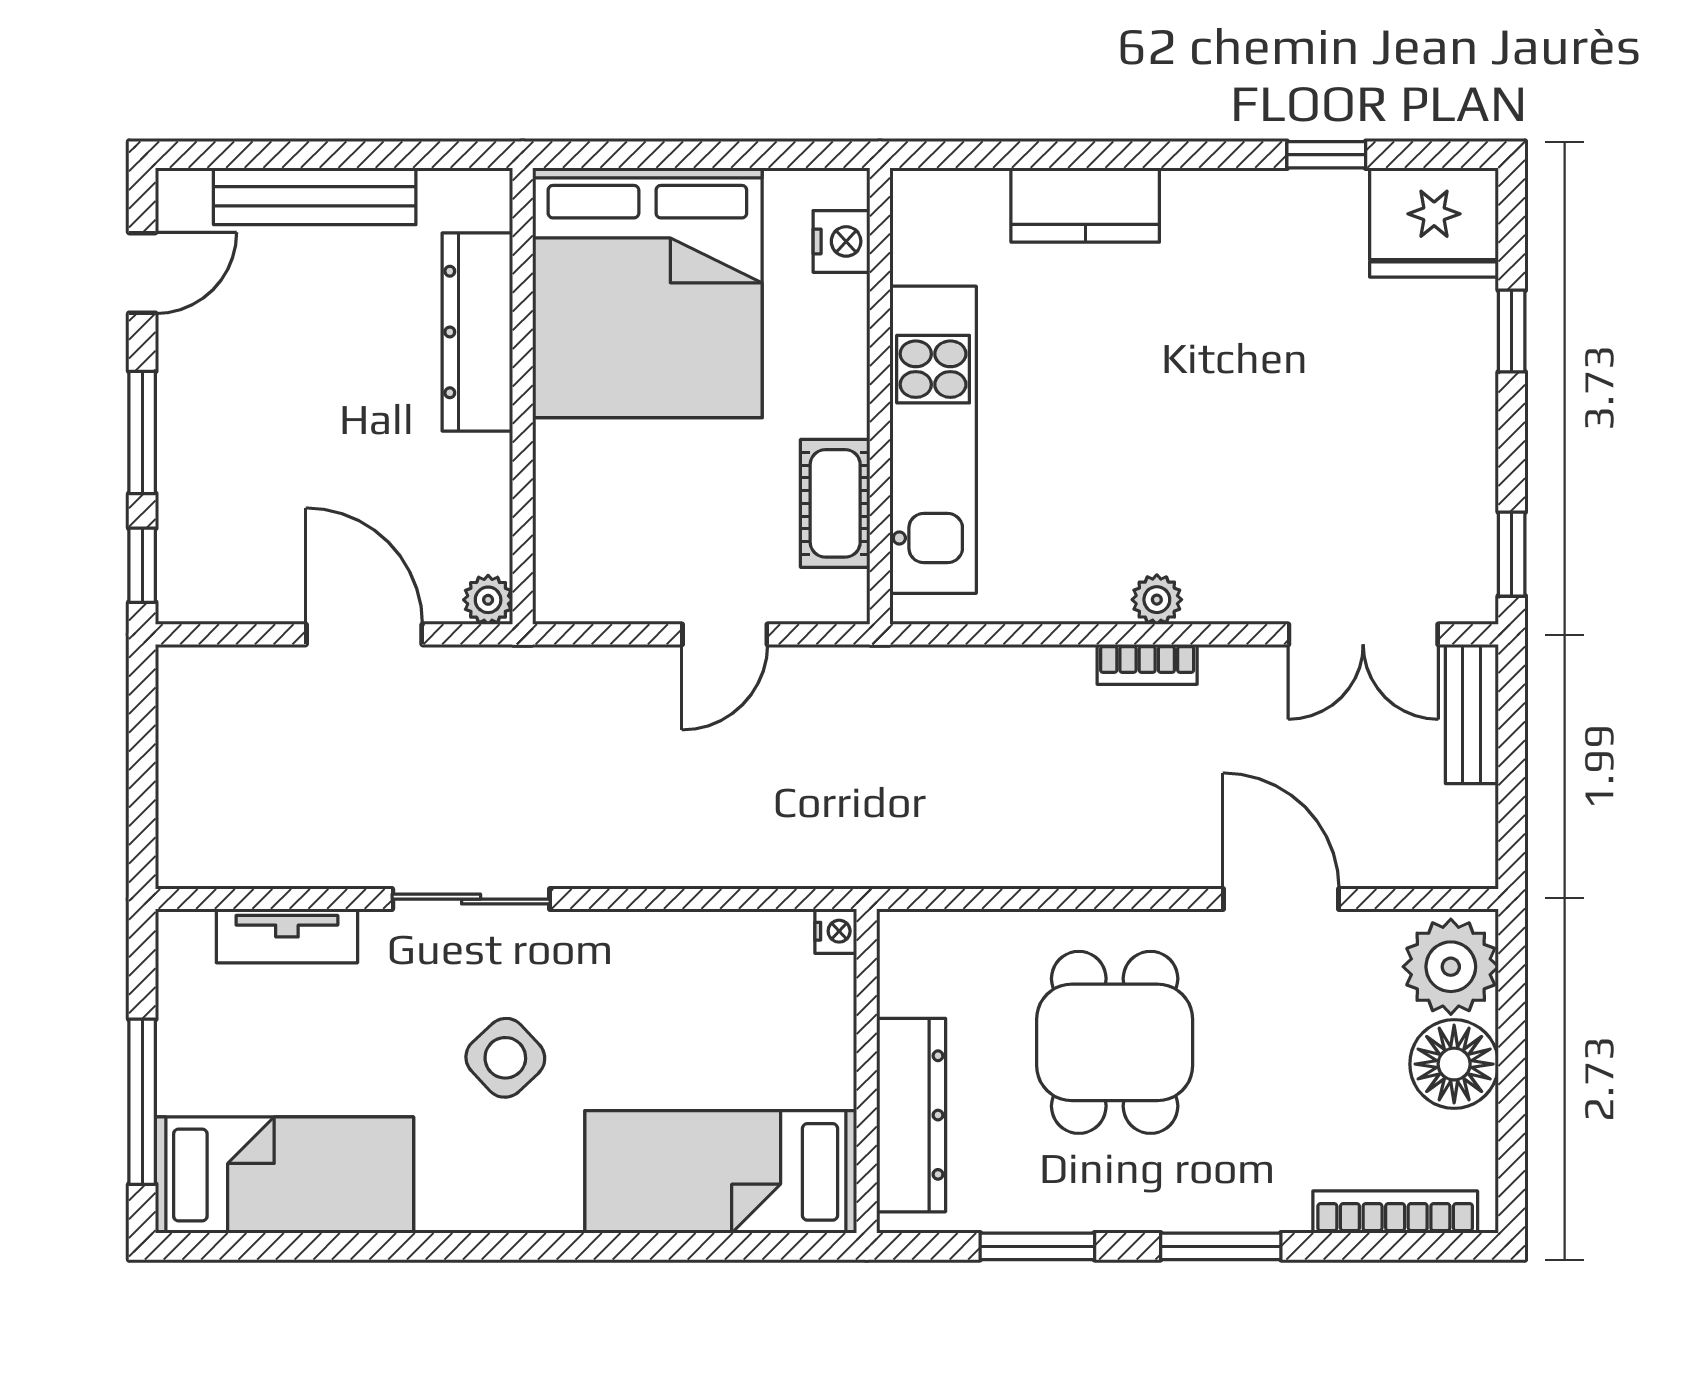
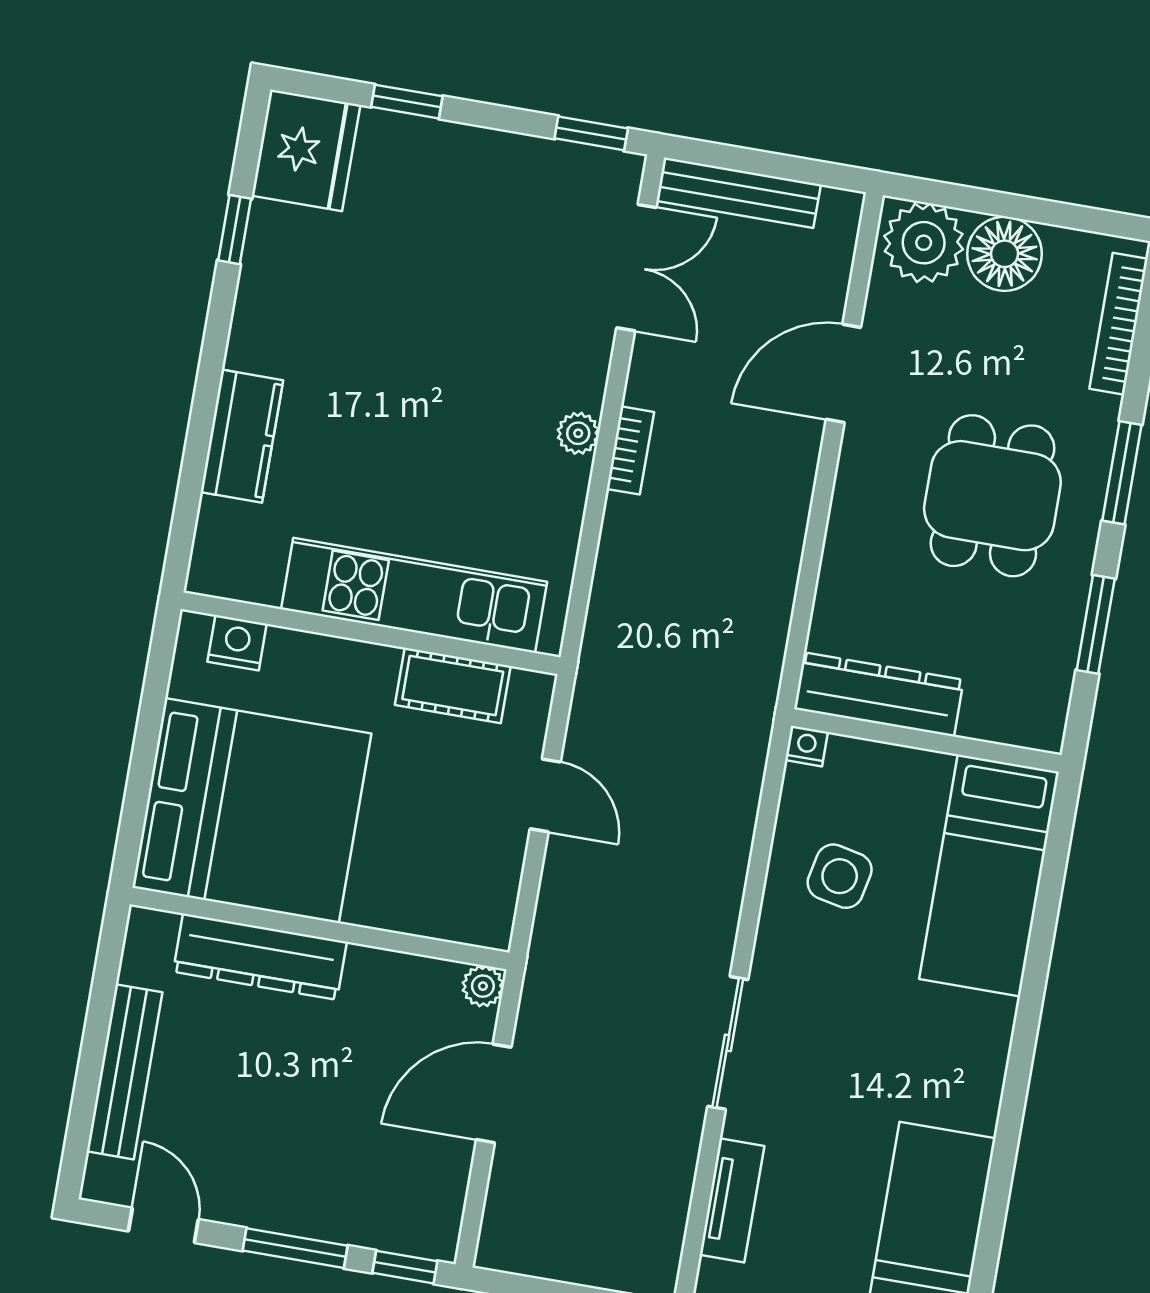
bench: (1472, 714) -> (739, 193), width x1.36
dining table: (1115, 1042) -> (992, 496), moved, turned 90
side table: (505, 1058) -> (840, 876), moved, turned -35
dresser: (911, 1115) -> (879, 694), moved

